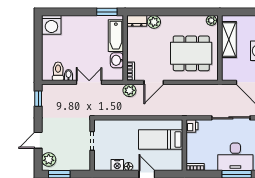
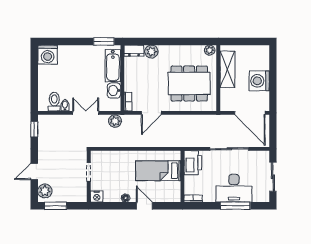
plant: (129, 90) -> (115, 121), moved
printer: (192, 126) -> (193, 163), width x1.87, depth x1.48
nightstand: (117, 165) -> (97, 196), moved

